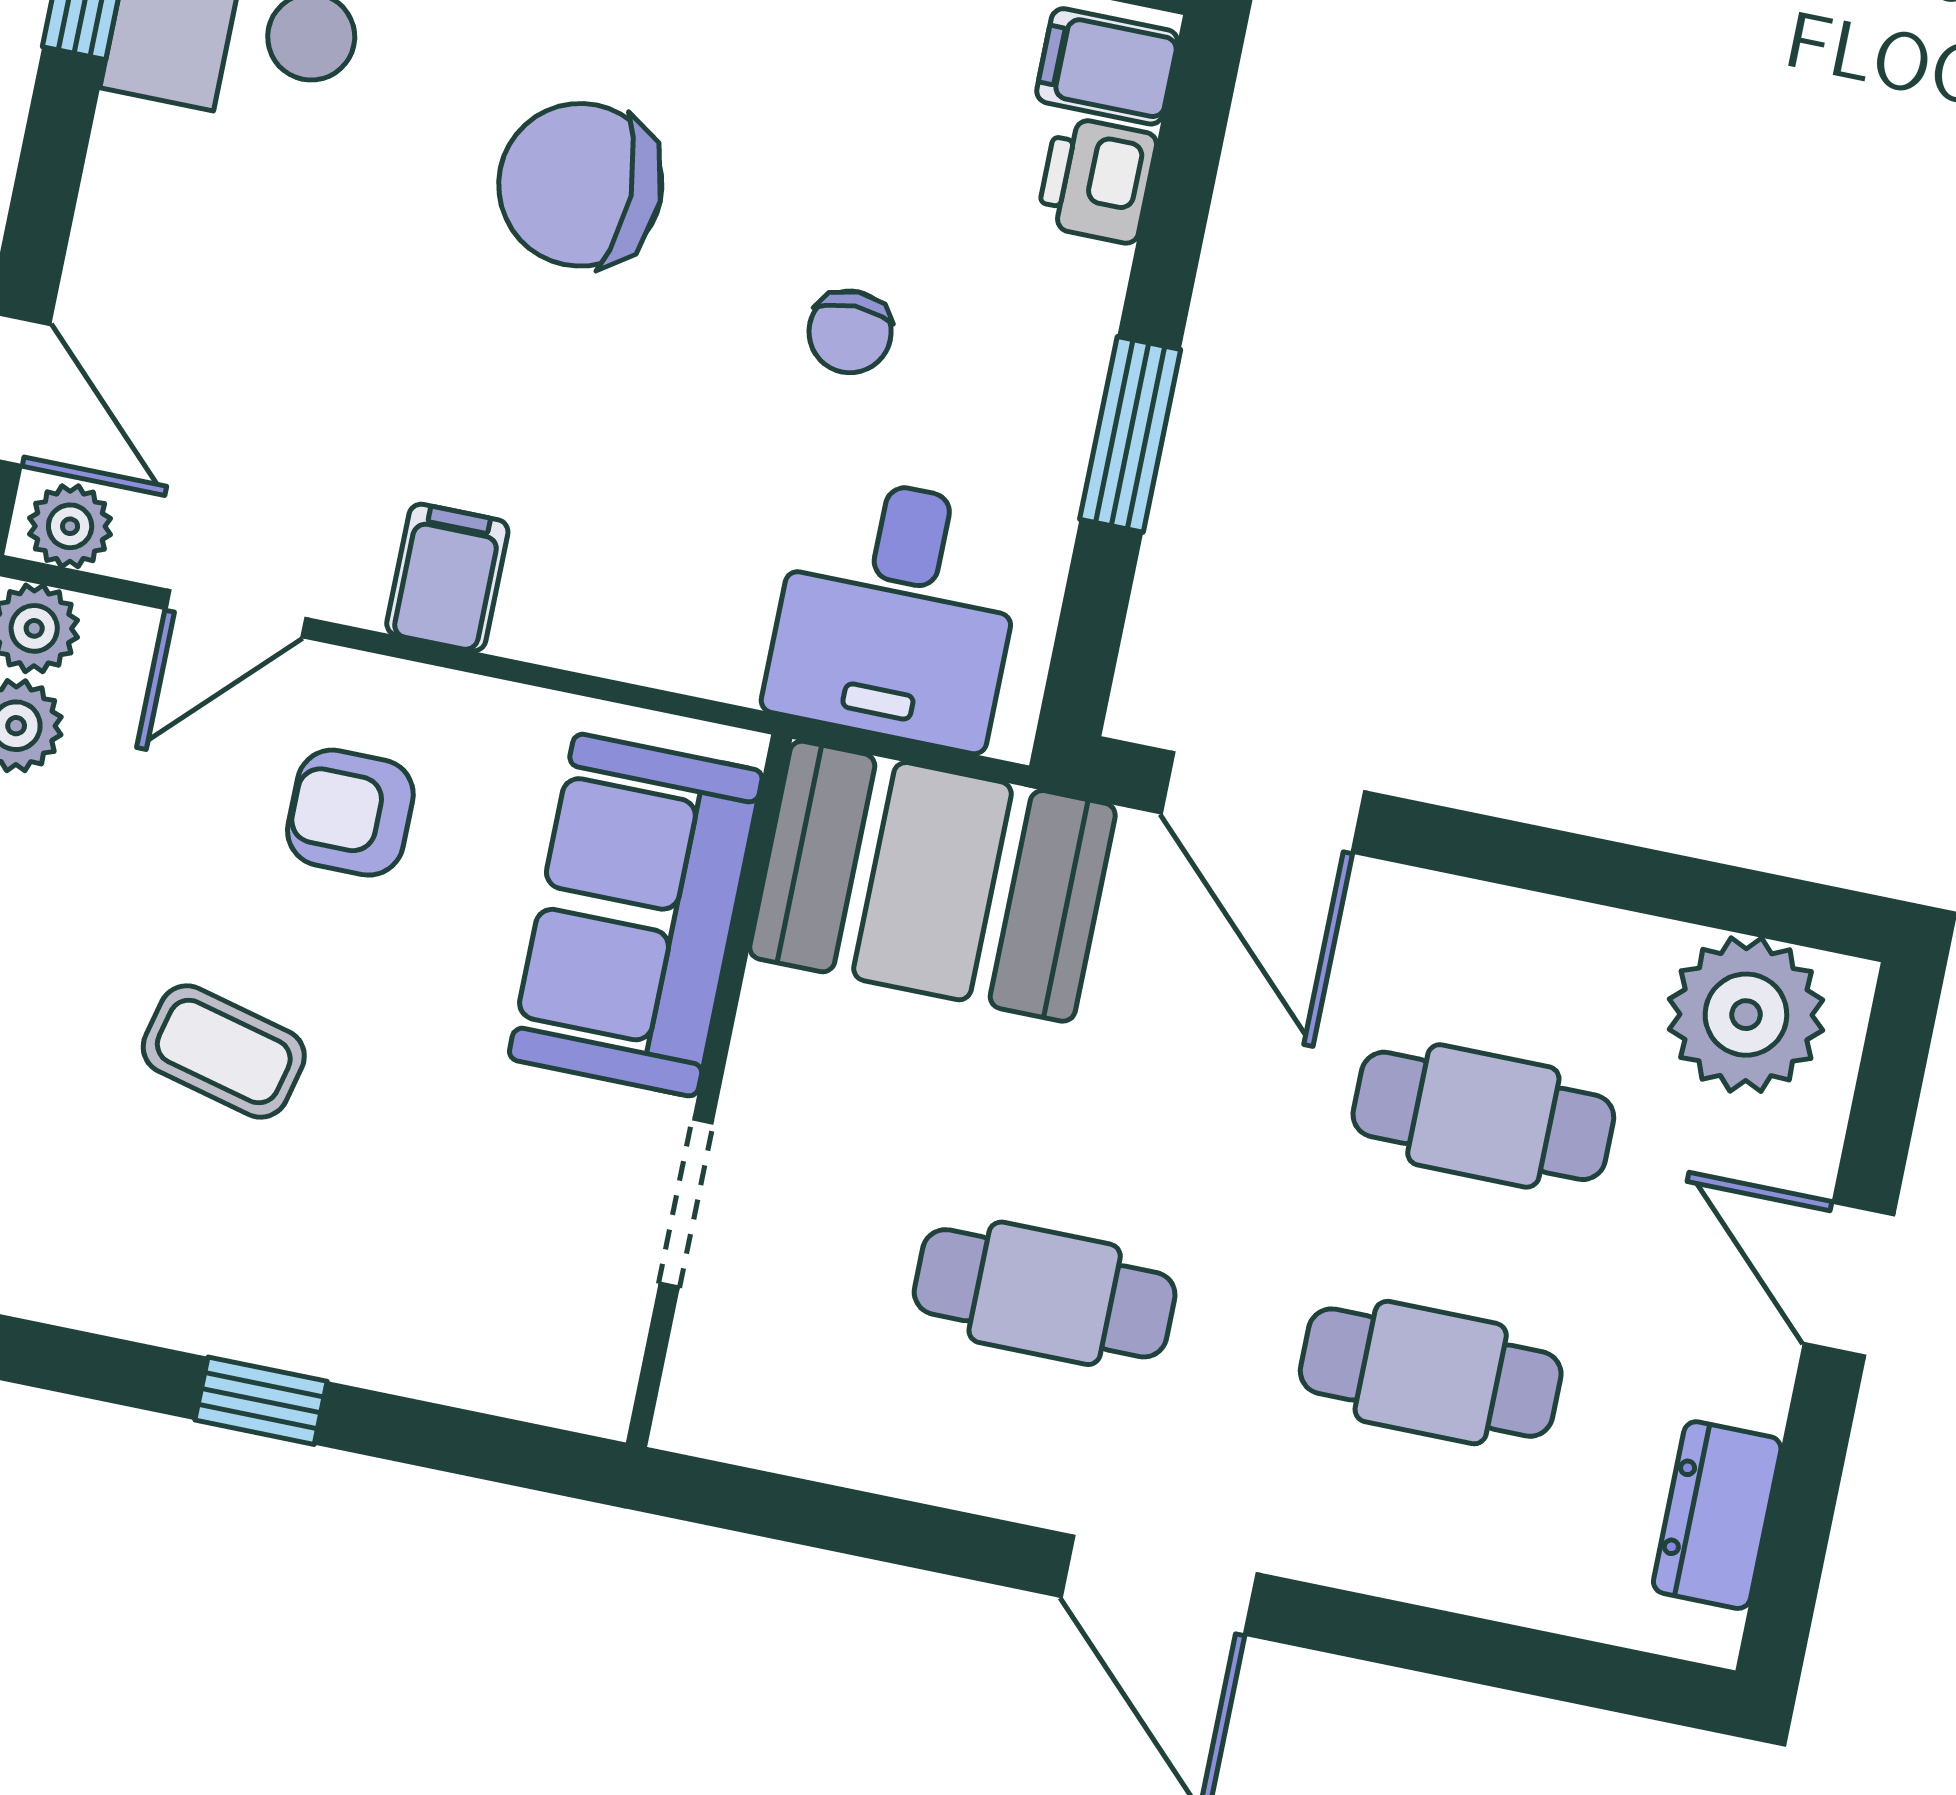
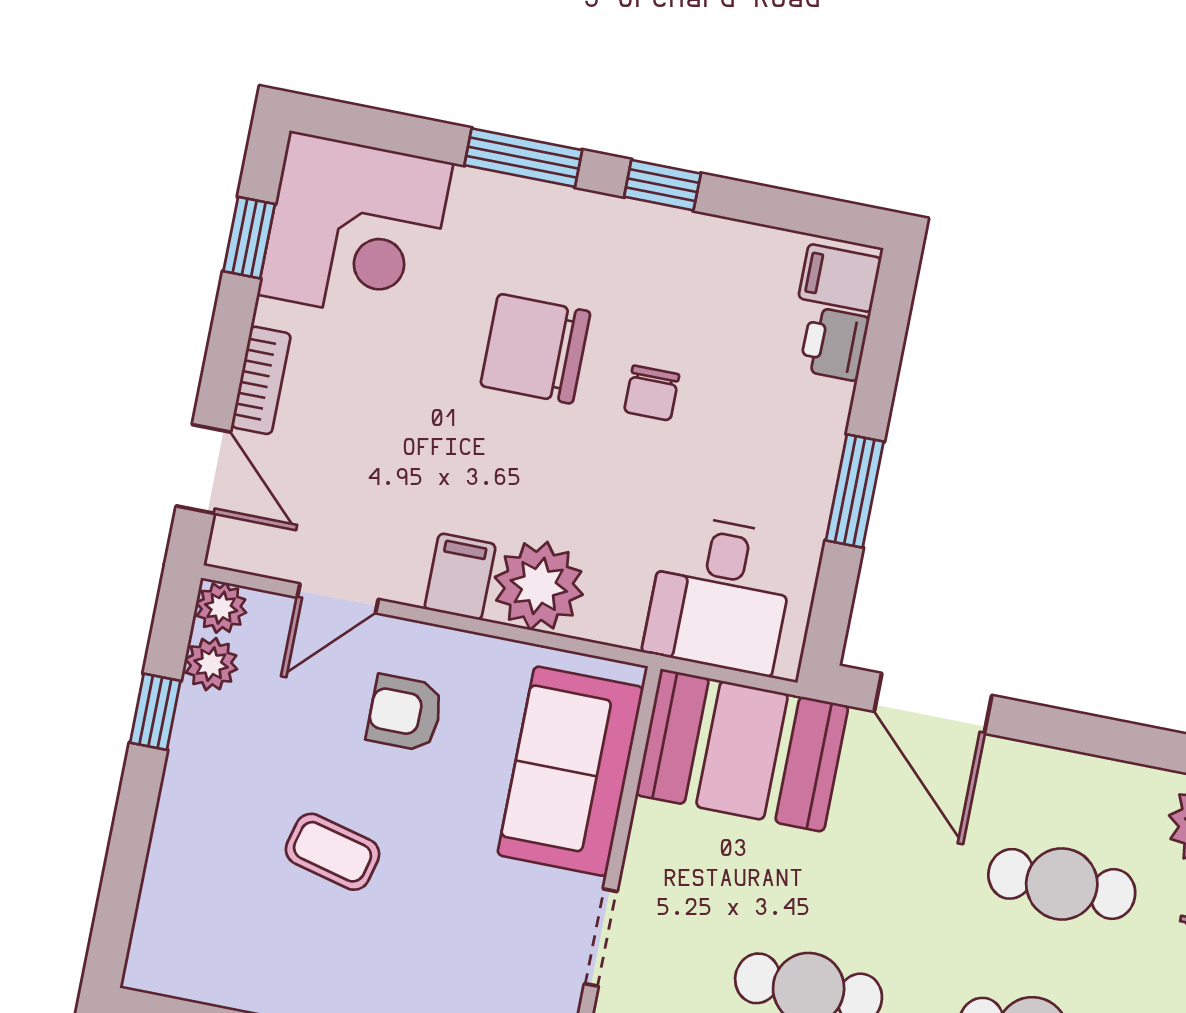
bookcase: (106, 236) -> (261, 380), added
chair: (850, 332) -> (652, 393), moved
plant: (70, 526) -> (539, 586), moved, width x1.88, depth x1.88

